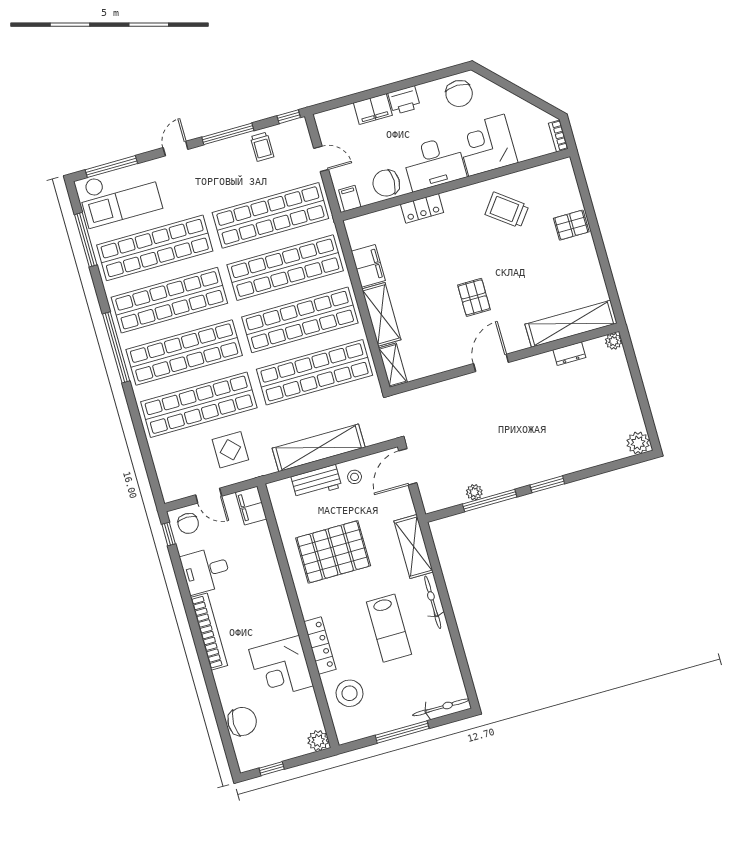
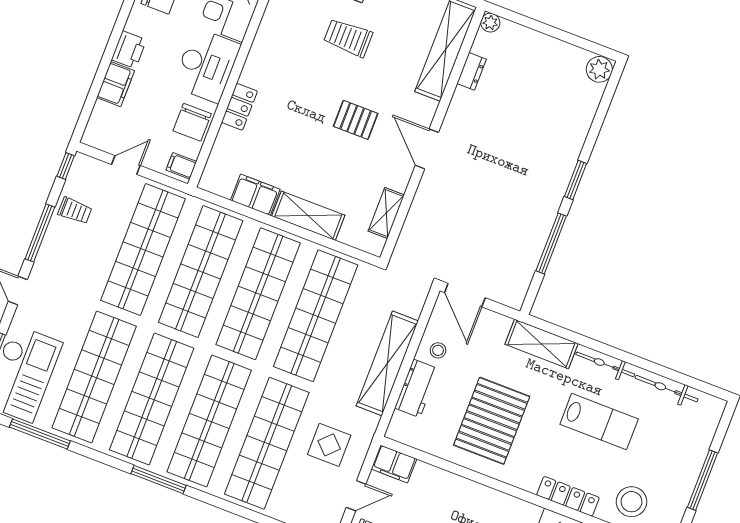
trolley: (507, 210) -> (348, 38), moved, turned 53
window: (116, 347) -> (158, 480), width x0.68
shelving: (393, 365) -> (386, 213), moved, turned 90
plant: (474, 492) -> (533, 252), removed
bicycle: (441, 707) -> (666, 389), moved, turned -90

